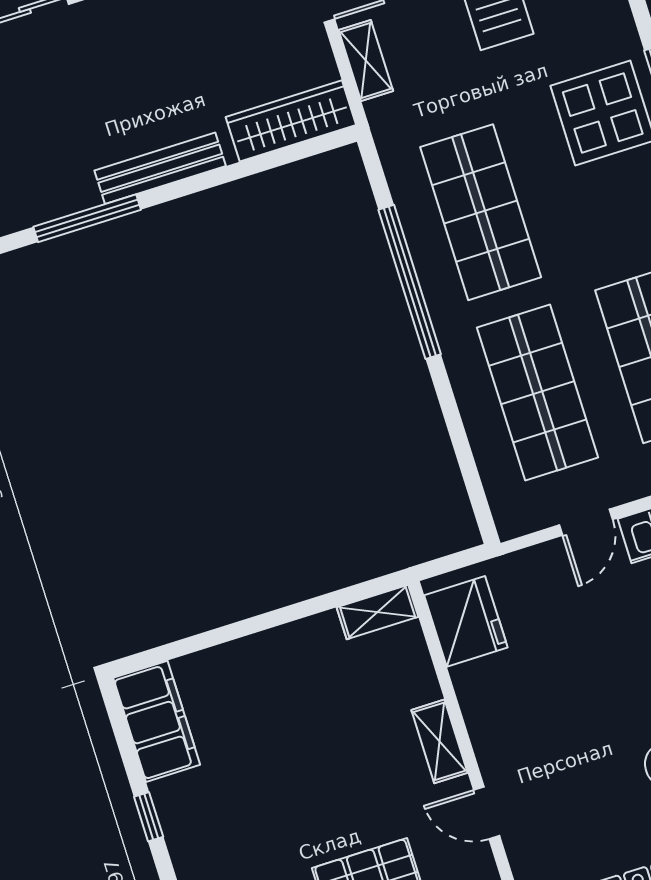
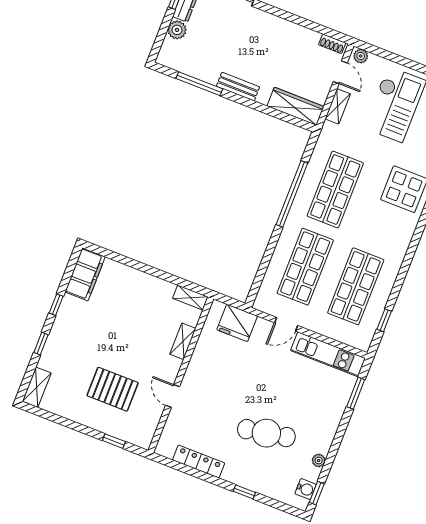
bench: (160, 168) -> (238, 87), width x0.73
fridge: (466, 621) -> (237, 323), moved, turned 90
shelving: (439, 741) -> (183, 341), moved

